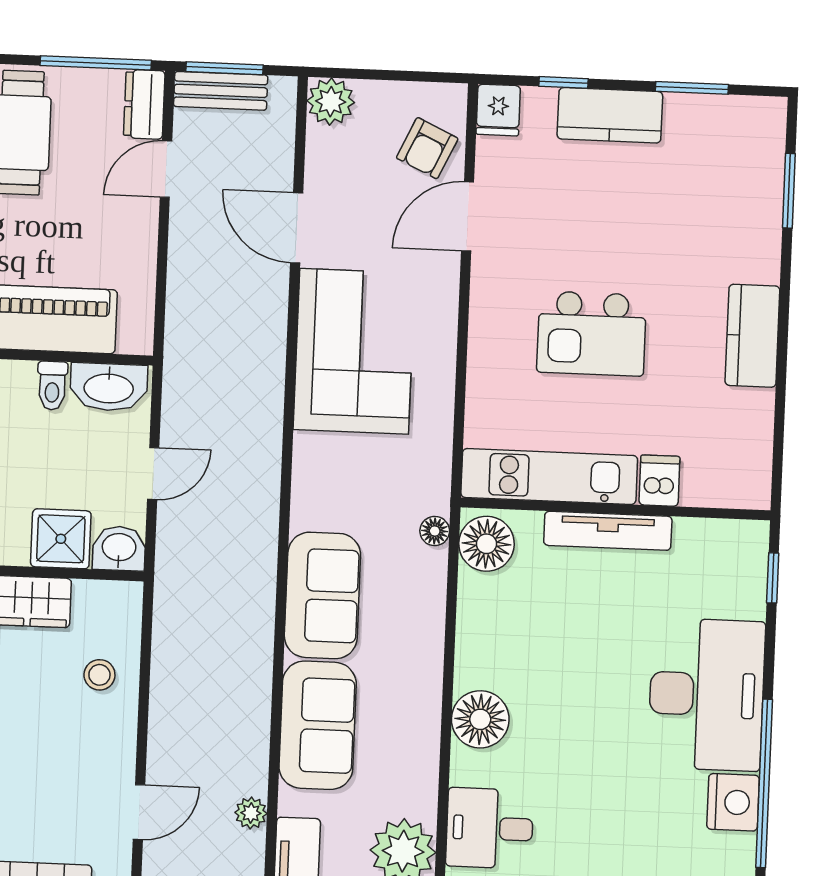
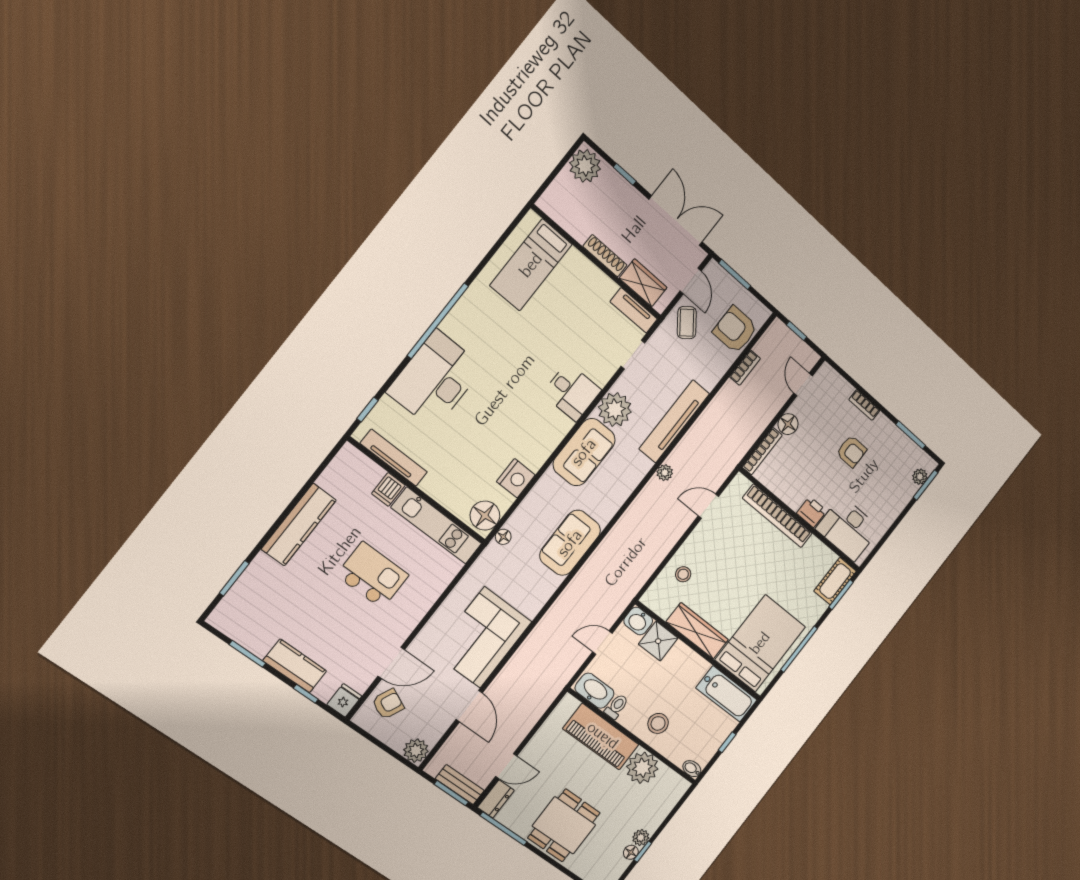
kitchen counter: (752, 336) -> (299, 525), width x1.50
tv unit: (608, 531) -> (394, 458), moved
floor lamp: (480, 719) -> (542, 442), removed
sofa: (318, 725) -> (584, 452), moved, turned 180
nightstand: (733, 802) -> (516, 478), moved, turned 180

